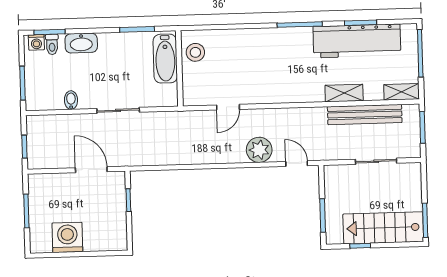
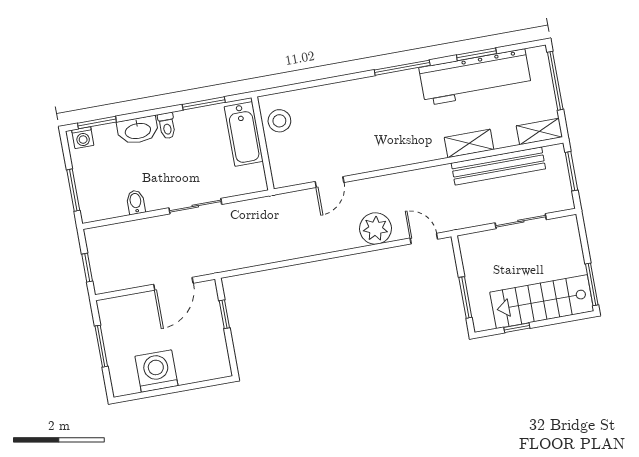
toilet: (52, 44) -> (167, 126), moved
door: (91, 170) -> (173, 284), swing flipped

